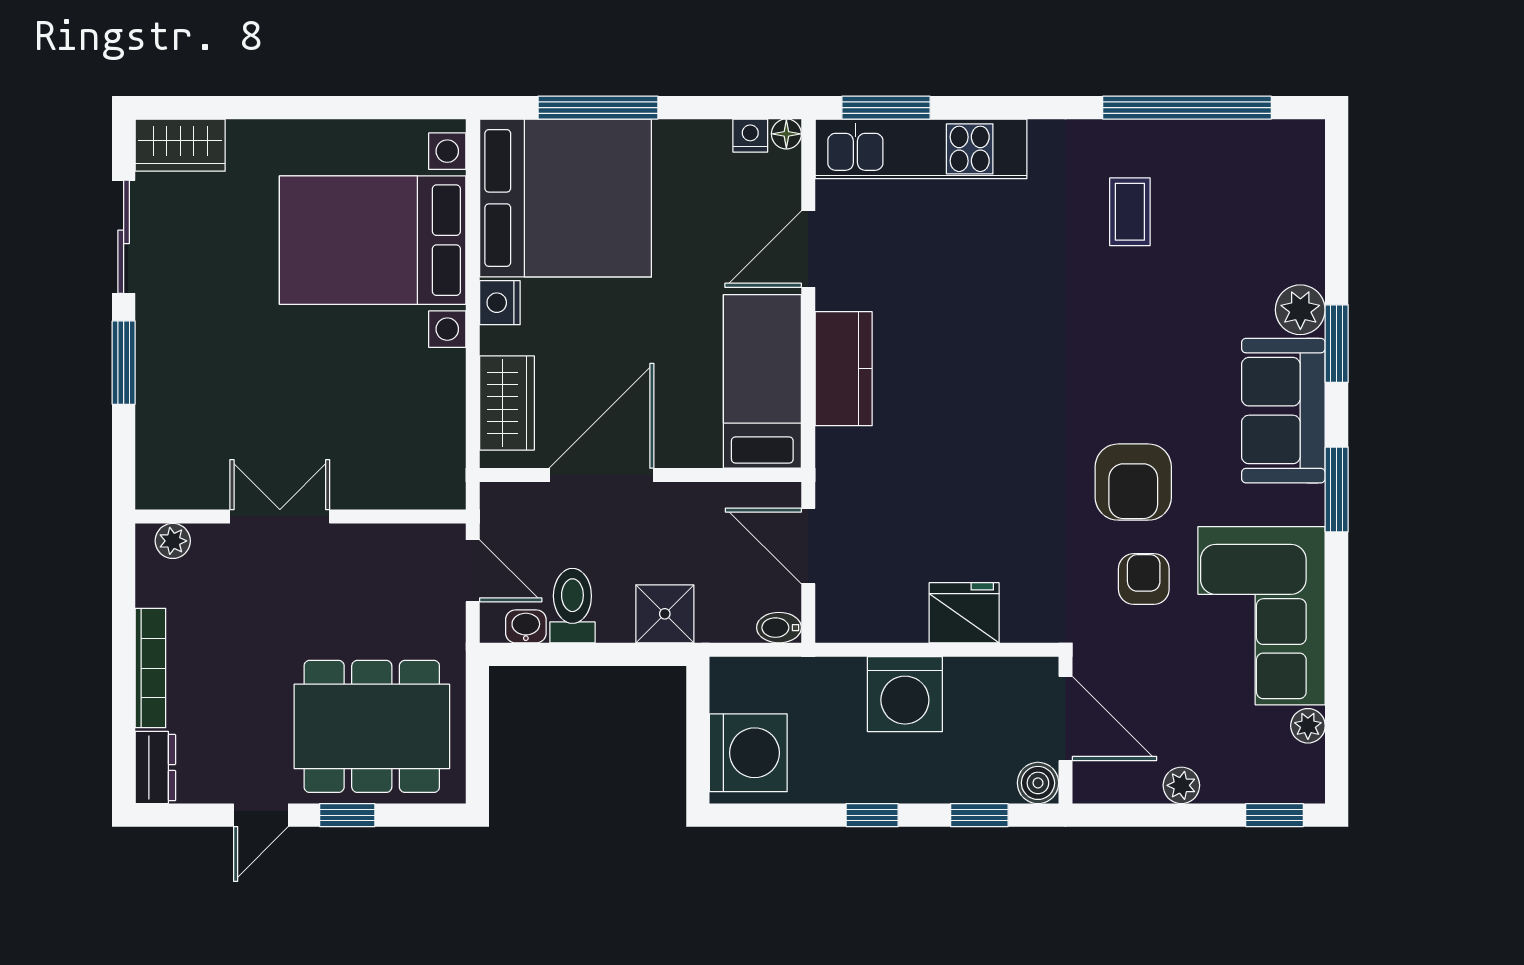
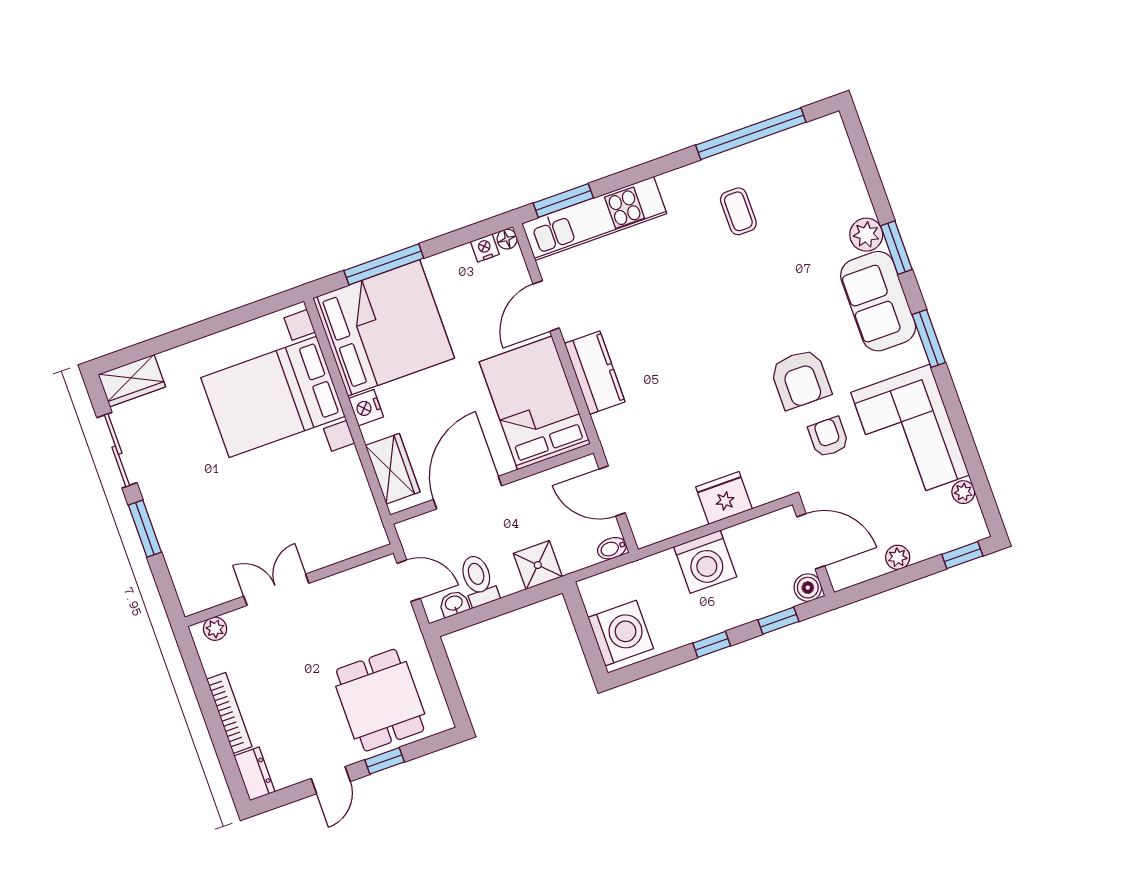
bed: (762, 381) -> (535, 403), width x1.50
dining table: (372, 726) -> (380, 700), width x0.73

